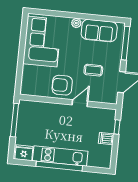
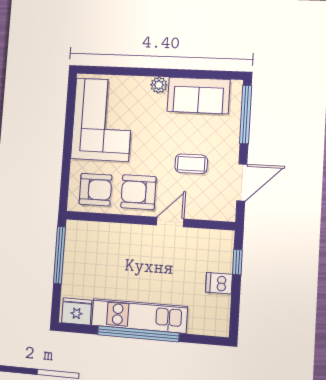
armchair: (37, 83) -> (95, 190), added

